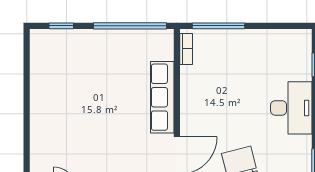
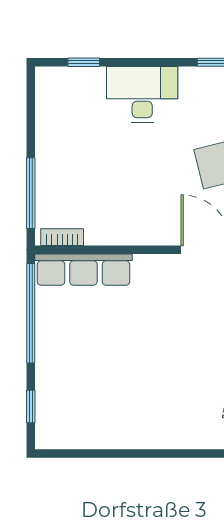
row of seats: (162, 97) -> (84, 270), moved

